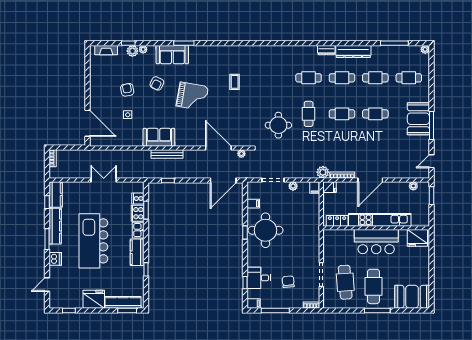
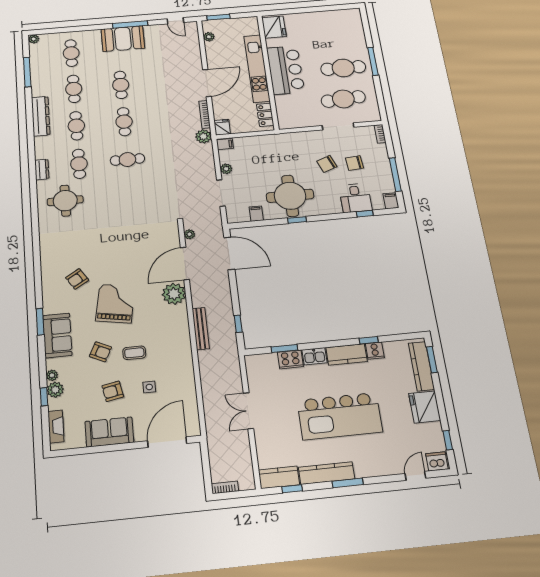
dresser: (326, 50) -> (42, 169), moved
armchair: (214, 71) -> (77, 279), added
coffee table: (235, 82) -> (134, 353), moved
round table: (278, 125) -> (65, 201), moved
sofa: (159, 137) -> (109, 432), moved, turned 90
plant: (196, 138) -> (174, 294), added
door: (370, 180) -> (207, 83), hinge flipped
cooker: (138, 199) -> (375, 351), moved
dishwasher: (55, 259) -> (437, 461), moved
chair: (290, 261) -> (327, 164), added
door: (47, 284) -> (415, 476), swing flipped
booth: (412, 297) -> (349, 27), removed

